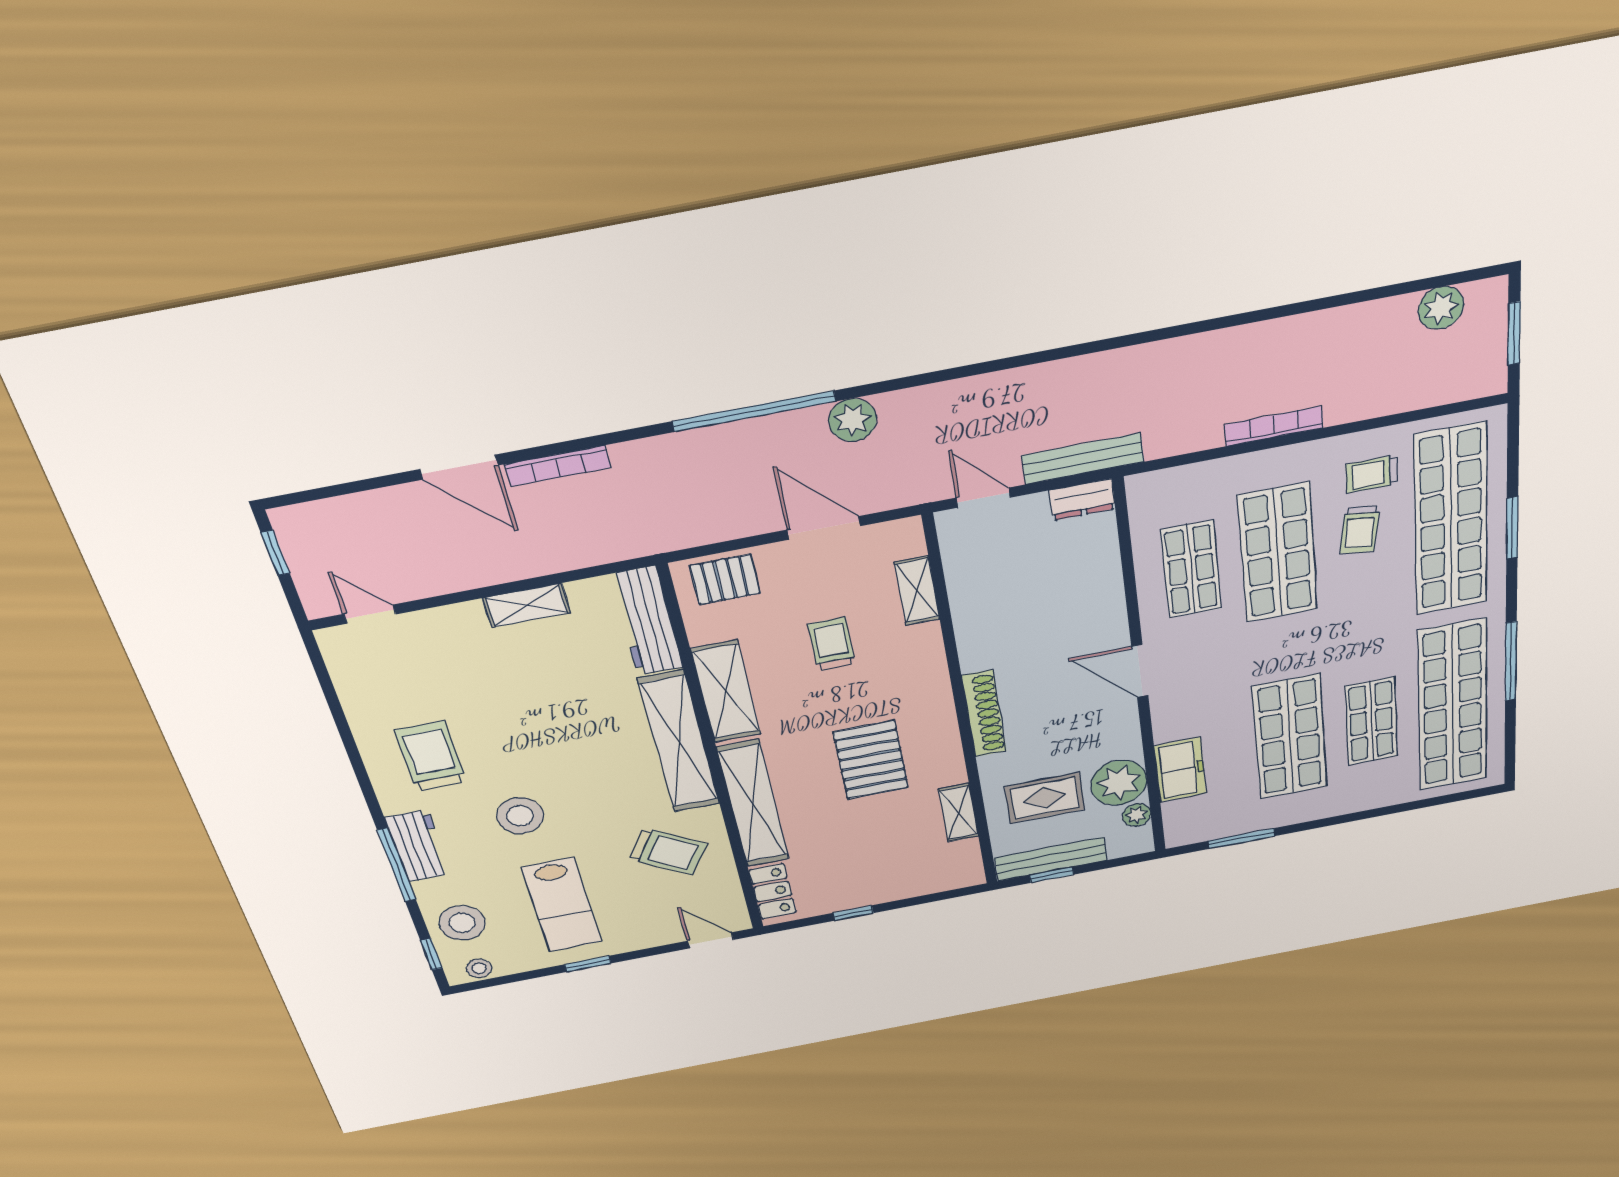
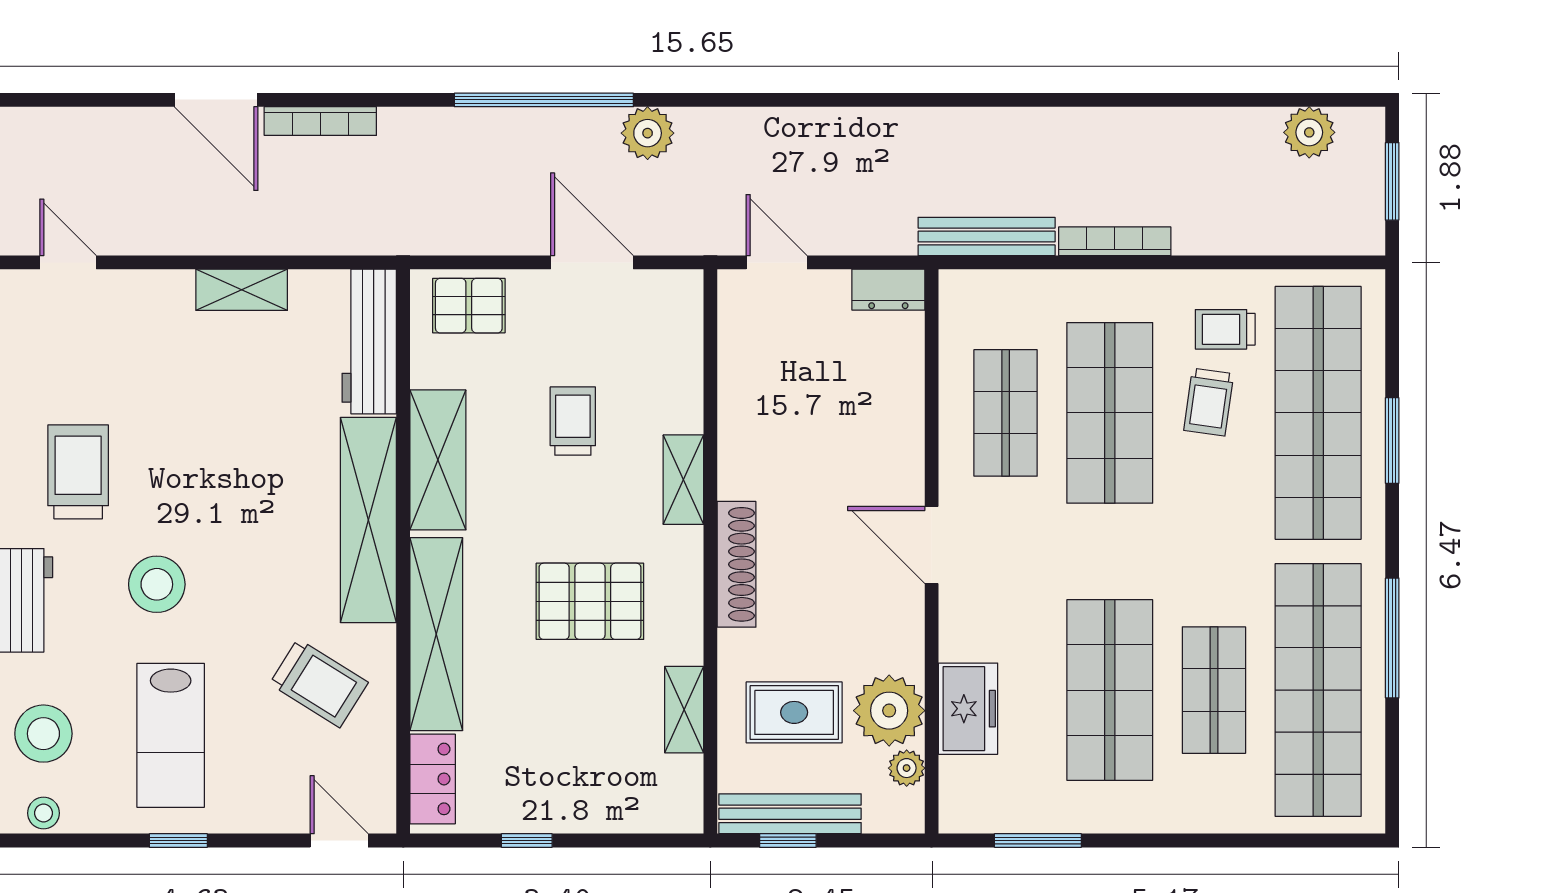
bench: (1083, 459) -> (987, 237), moved
shelving: (917, 591) -> (683, 480), moved
pallet: (871, 760) -> (590, 601), turned 90

